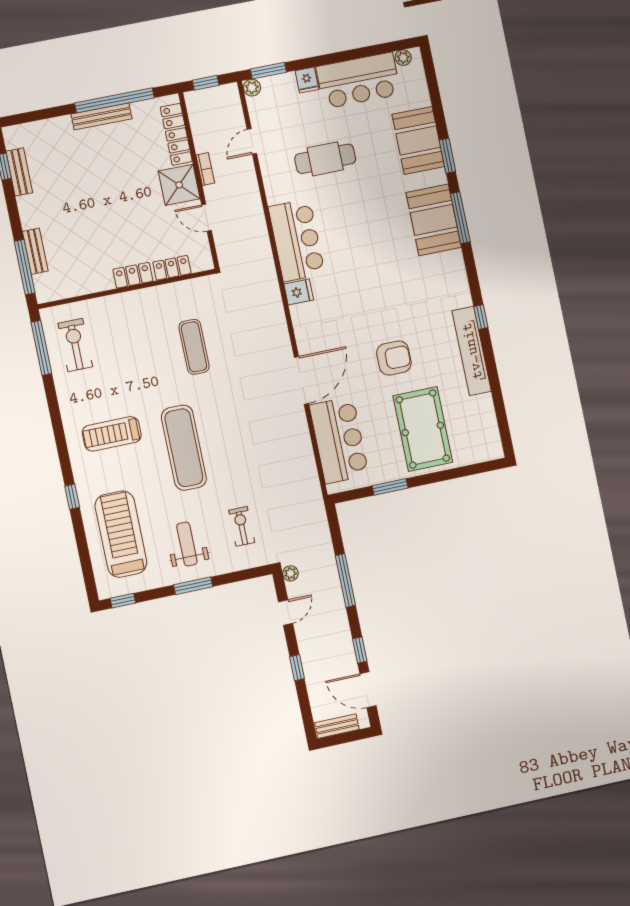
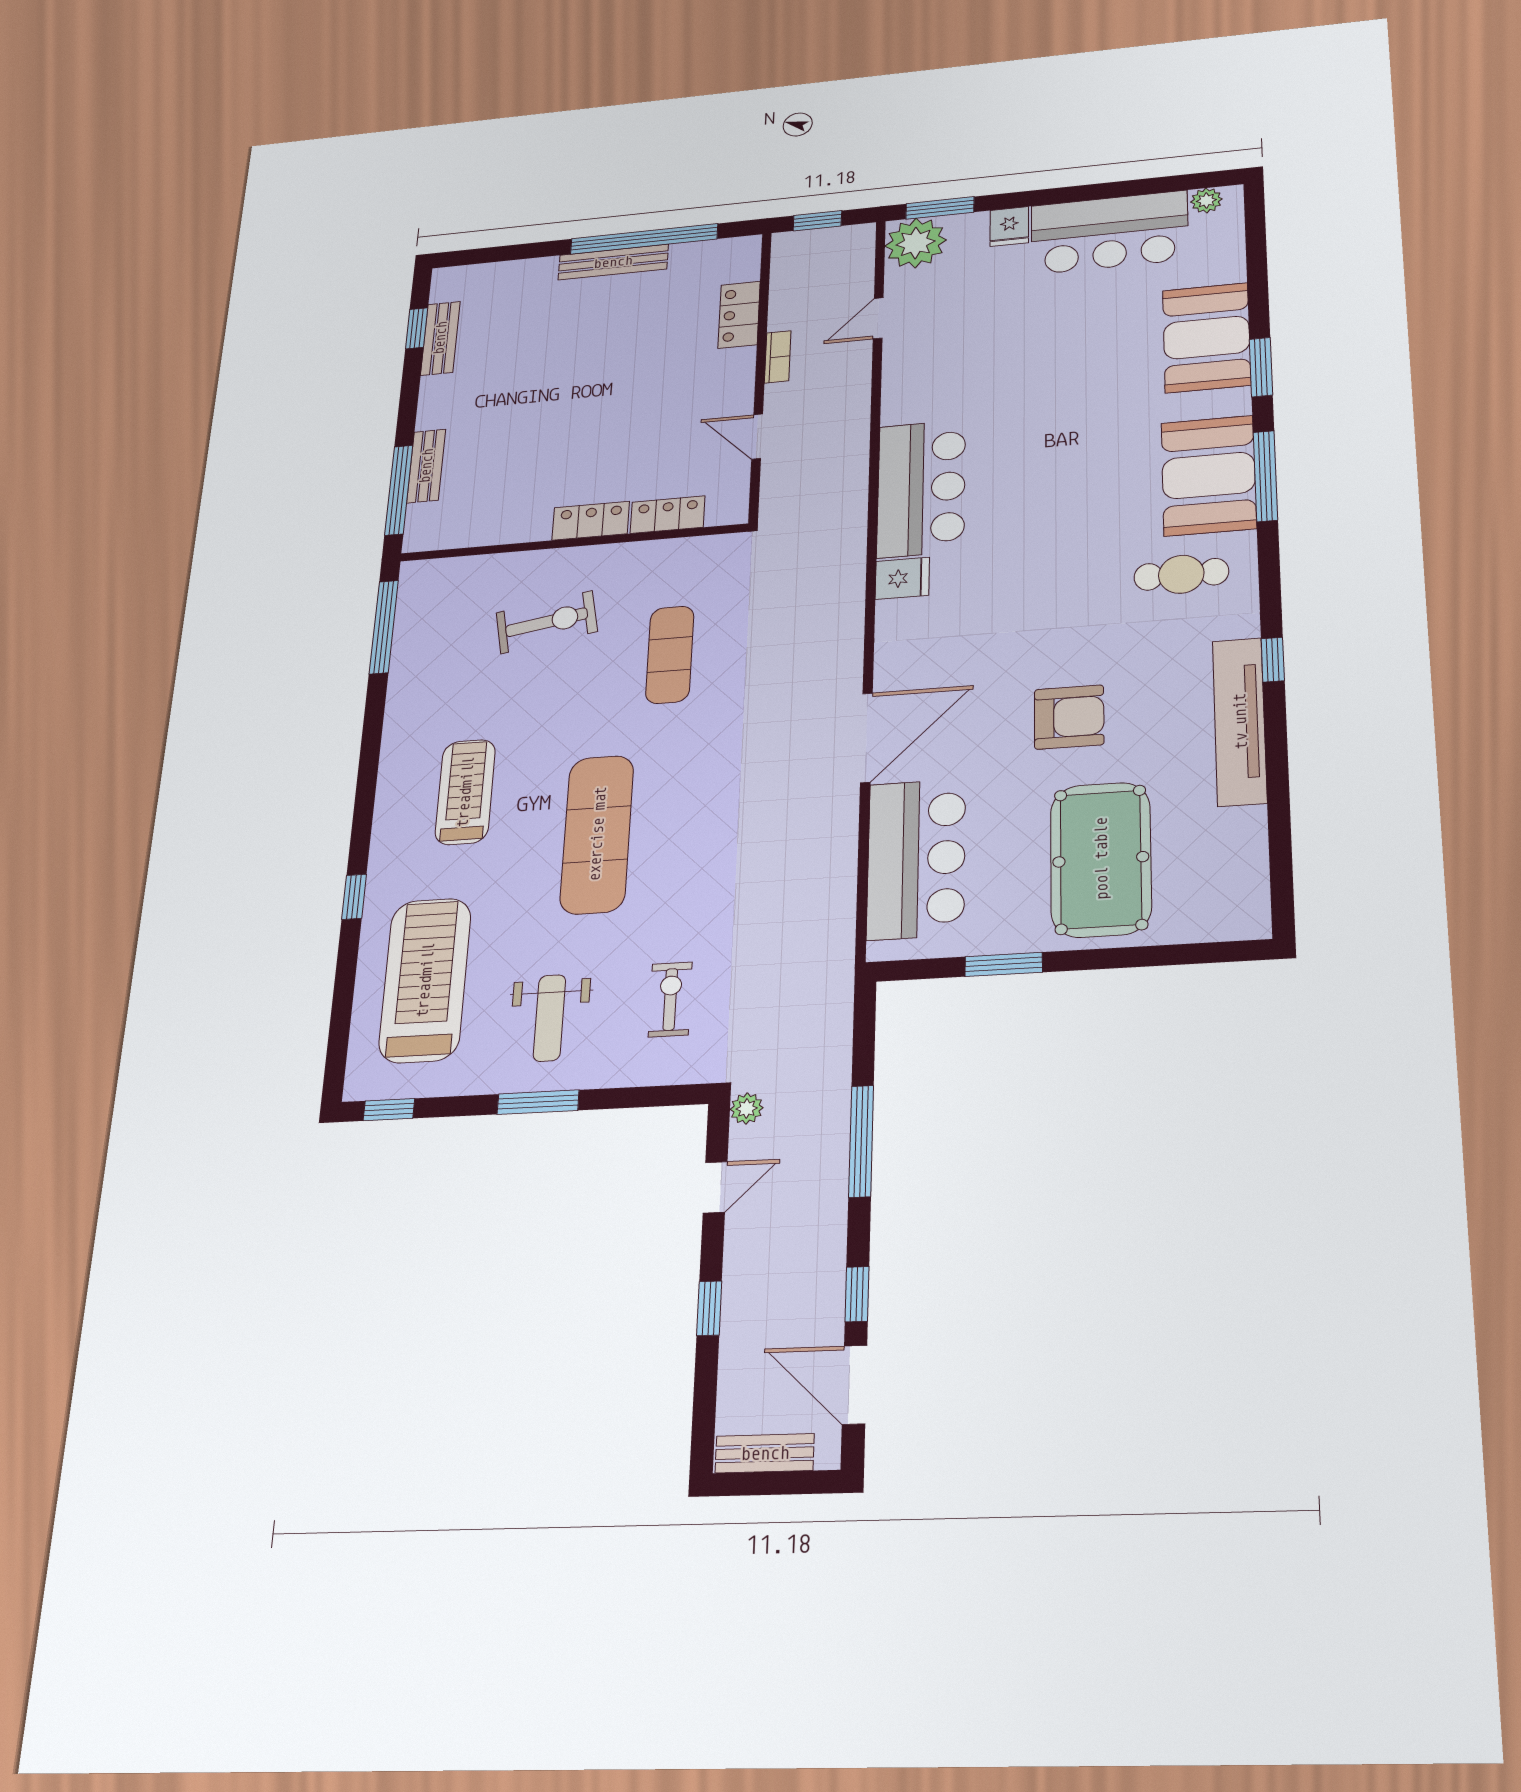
plant: (252, 88) -> (916, 243), width x1.87, depth x1.87
locker: (176, 134) -> (739, 315), width x0.66
cafe table: (325, 159) -> (1181, 574), moved, width x0.73, depth x0.74
shower: (179, 185) -> (721, 379), removed
exercise bike: (75, 345) -> (547, 622), moved, turned 80
treadmill: (112, 434) -> (465, 792), turned 90
weight bench: (187, 544) -> (549, 1018), turned 180

